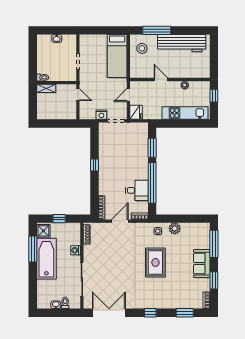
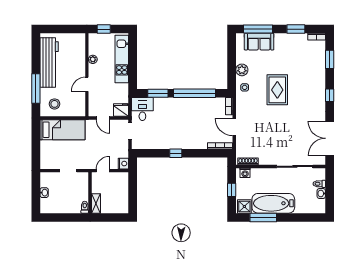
nightstand: (101, 115) -> (123, 164), moved
desk: (137, 190) -> (142, 109), moved
washing machine: (76, 250) -> (245, 173), moved
rug: (155, 262) -> (277, 90), turned 90
sofa: (202, 264) -> (259, 42), moved

